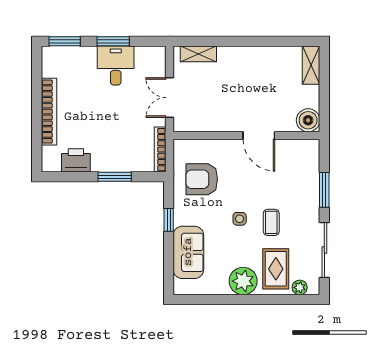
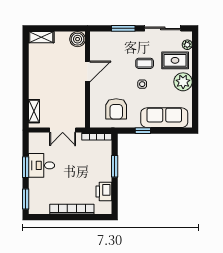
sofa: (188, 252) -> (164, 118), width x1.36

